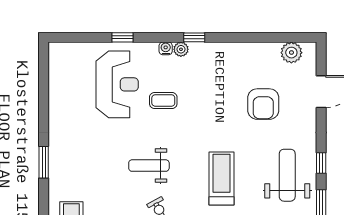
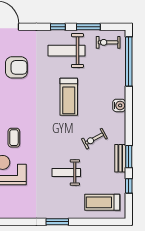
weight bench: (149, 166) -> (66, 172), moved, turned 90
treadmill: (222, 179) -> (69, 97), turned -90

